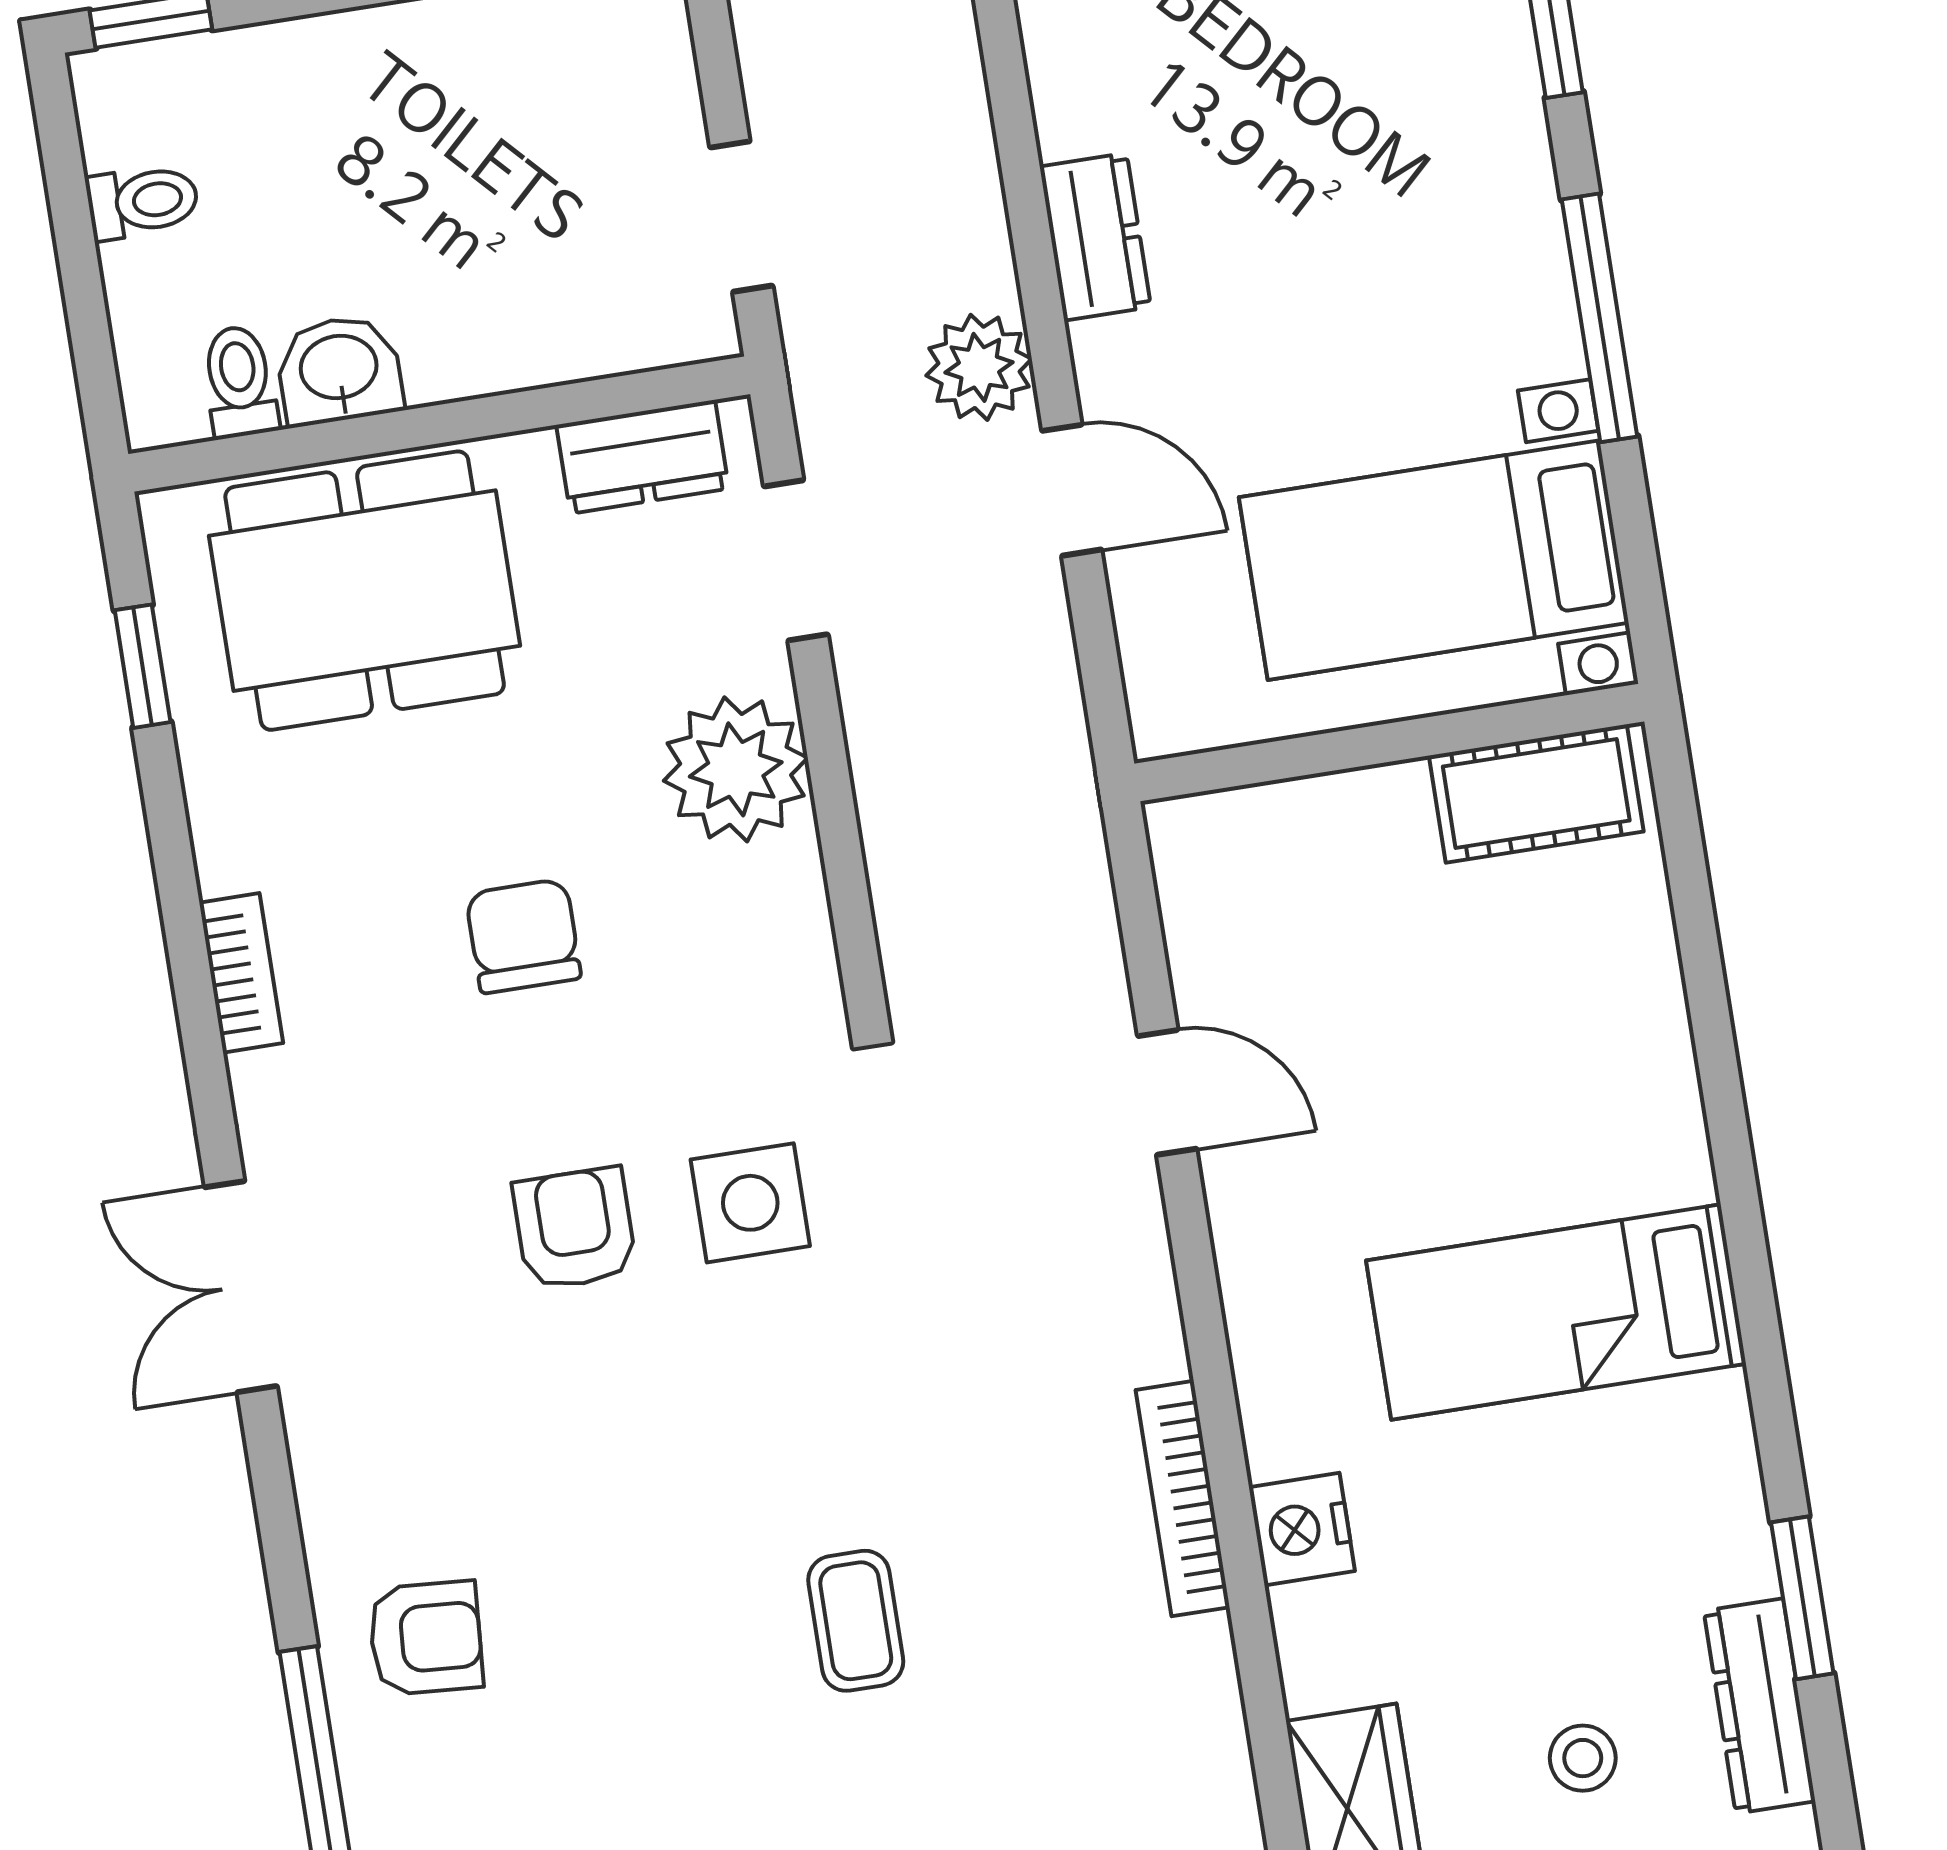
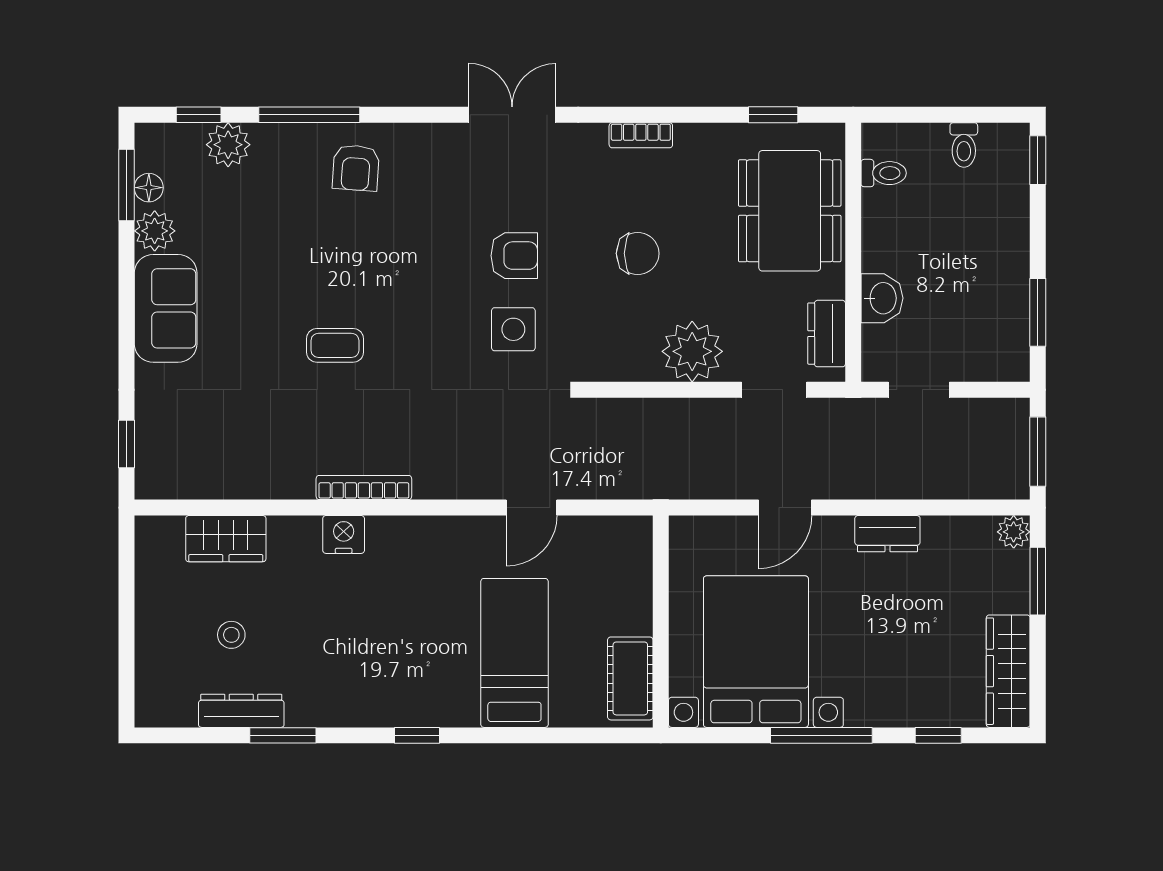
plant: (979, 367) -> (841, 477), removed
washbasin: (339, 370) -> (882, 298), moved
bed with nightstands: (1434, 560) -> (756, 652), width x1.36
window: (1752, 1279) -> (417, 735), added
bed: (1556, 1312) -> (514, 653), moved

